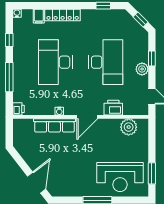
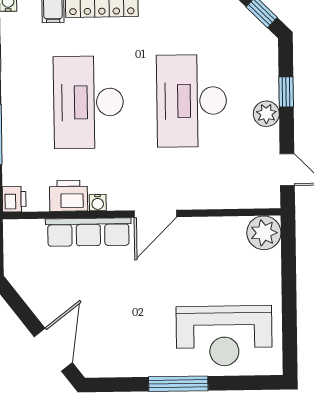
desk: (106, 62) -> (192, 101), turned 180
printer: (113, 108) -> (69, 196), moved
plant: (129, 127) -> (264, 233), moved
window: (152, 173) -> (289, 327), removed

